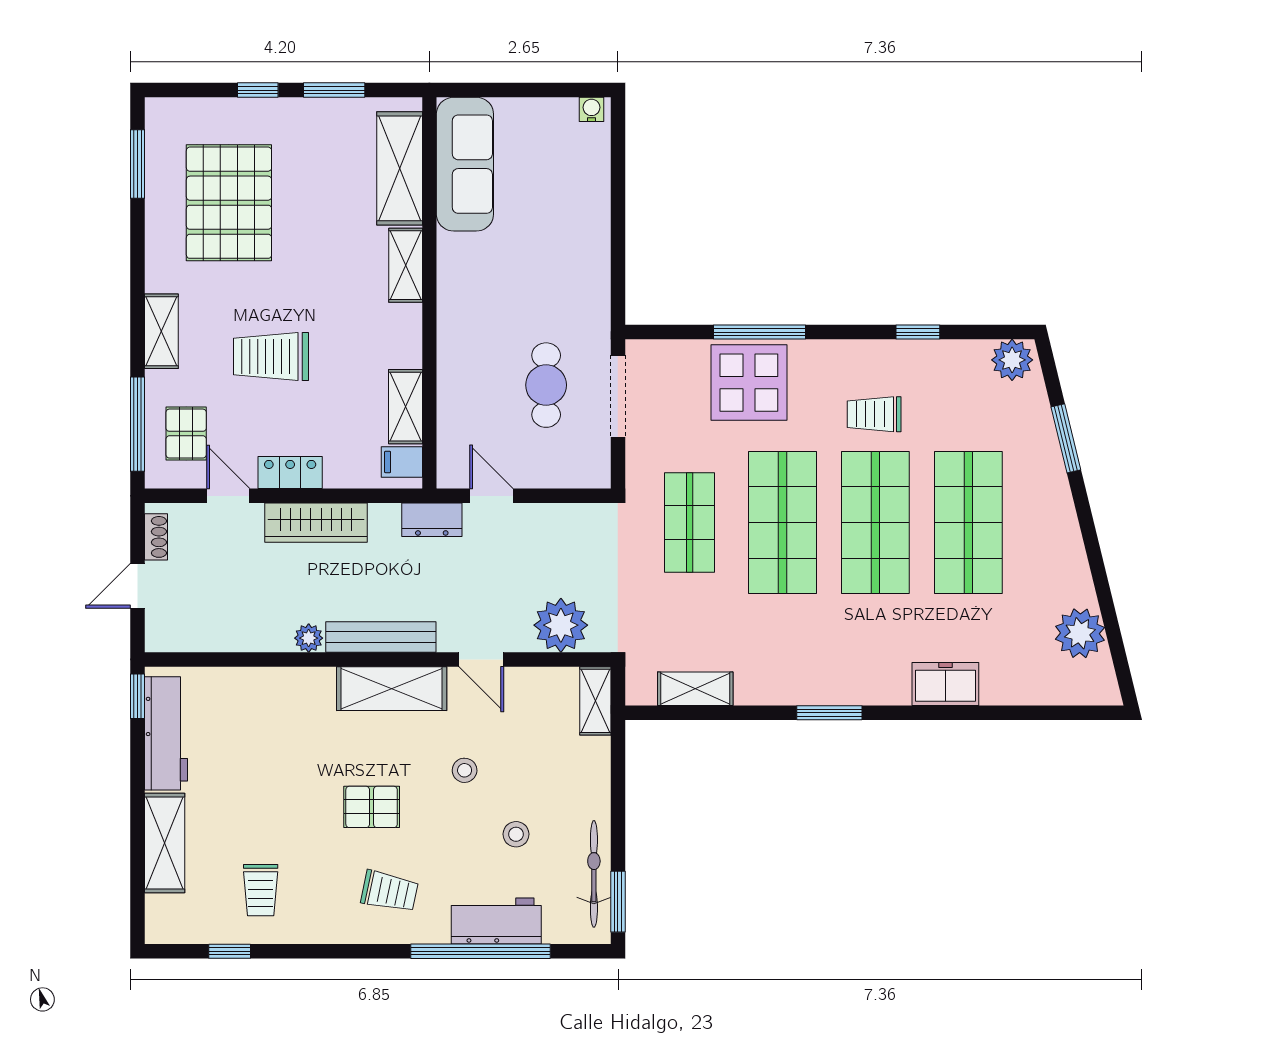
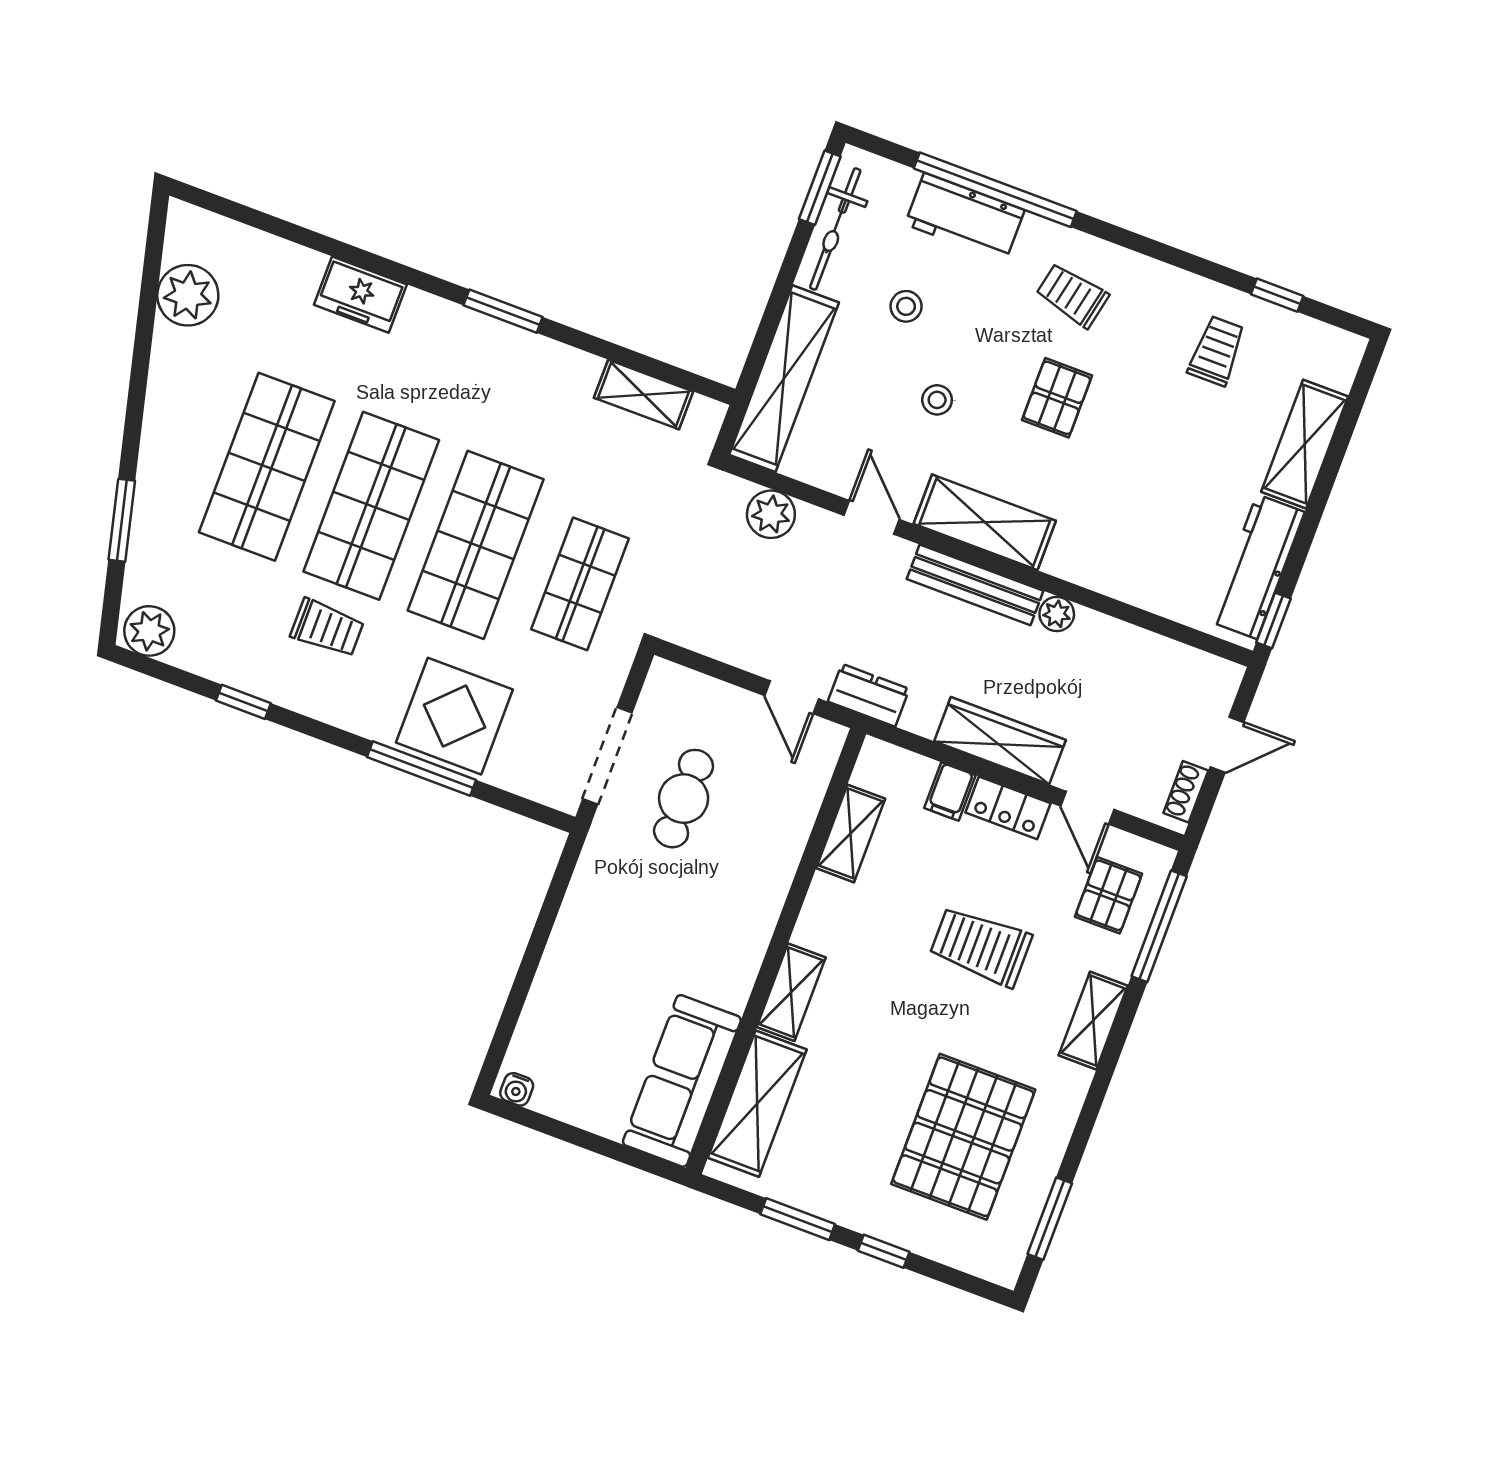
trolley: (271, 356) -> (981, 946), turned 180
filing cabinet: (402, 462) -> (950, 792), moved, turned 90
plant: (561, 625) -> (771, 514), width x0.73, depth x0.73
shelving: (595, 701) -> (784, 379), width x2.20, depth x1.33
pallet: (372, 807) -> (1057, 398), turned 90

